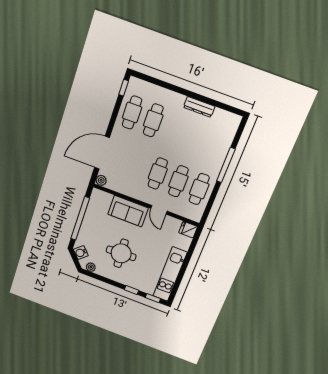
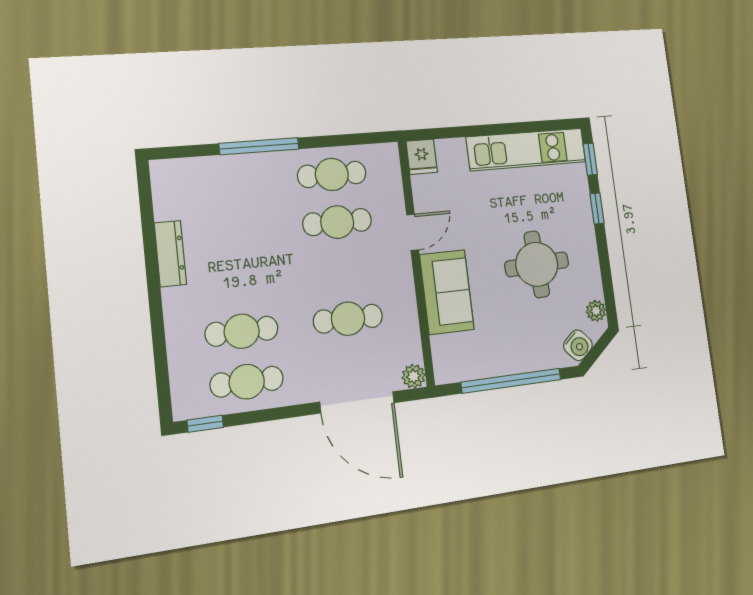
cafe table: (158, 174) -> (348, 319), moved

